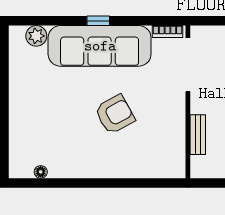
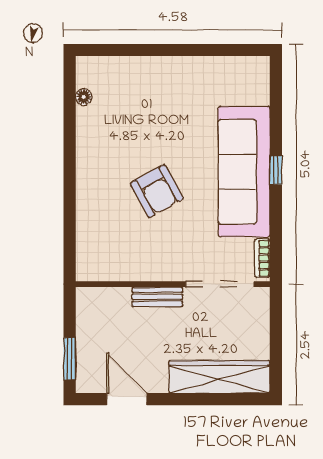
plant: (36, 36) -> (257, 91), removed
bench: (198, 135) -> (157, 297), moved

